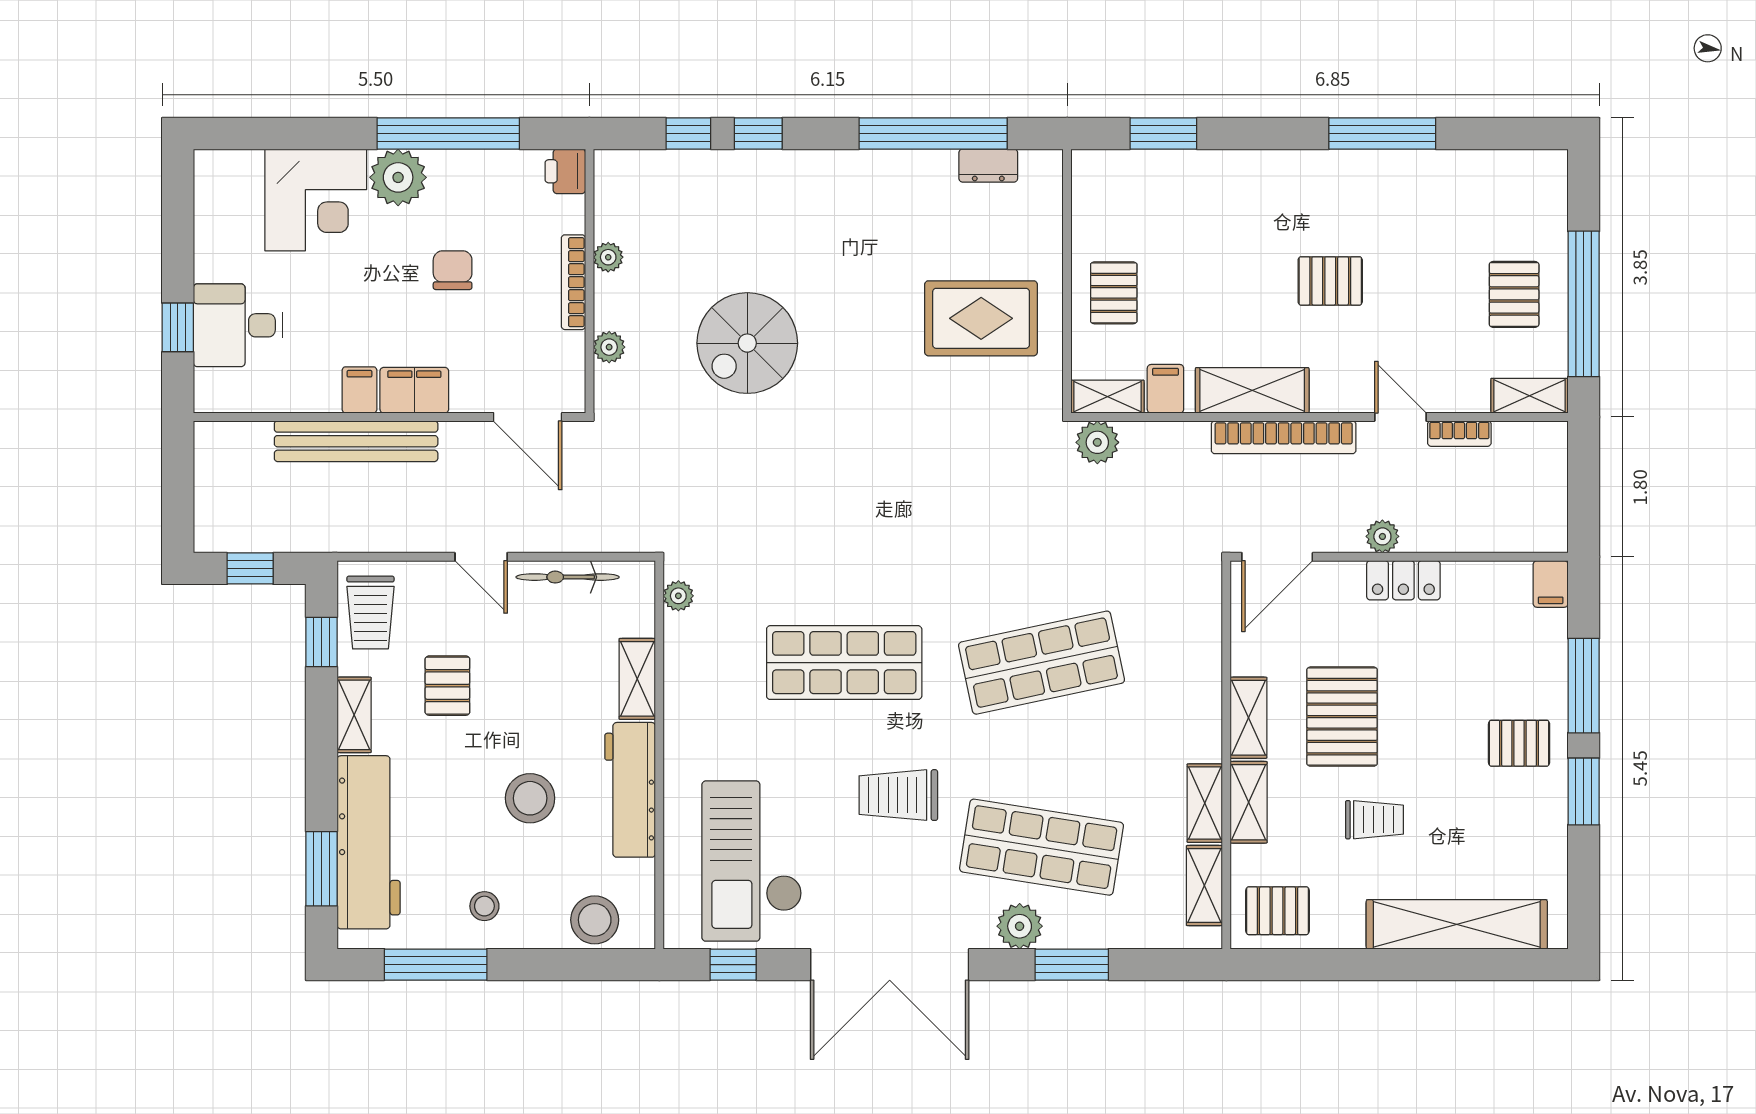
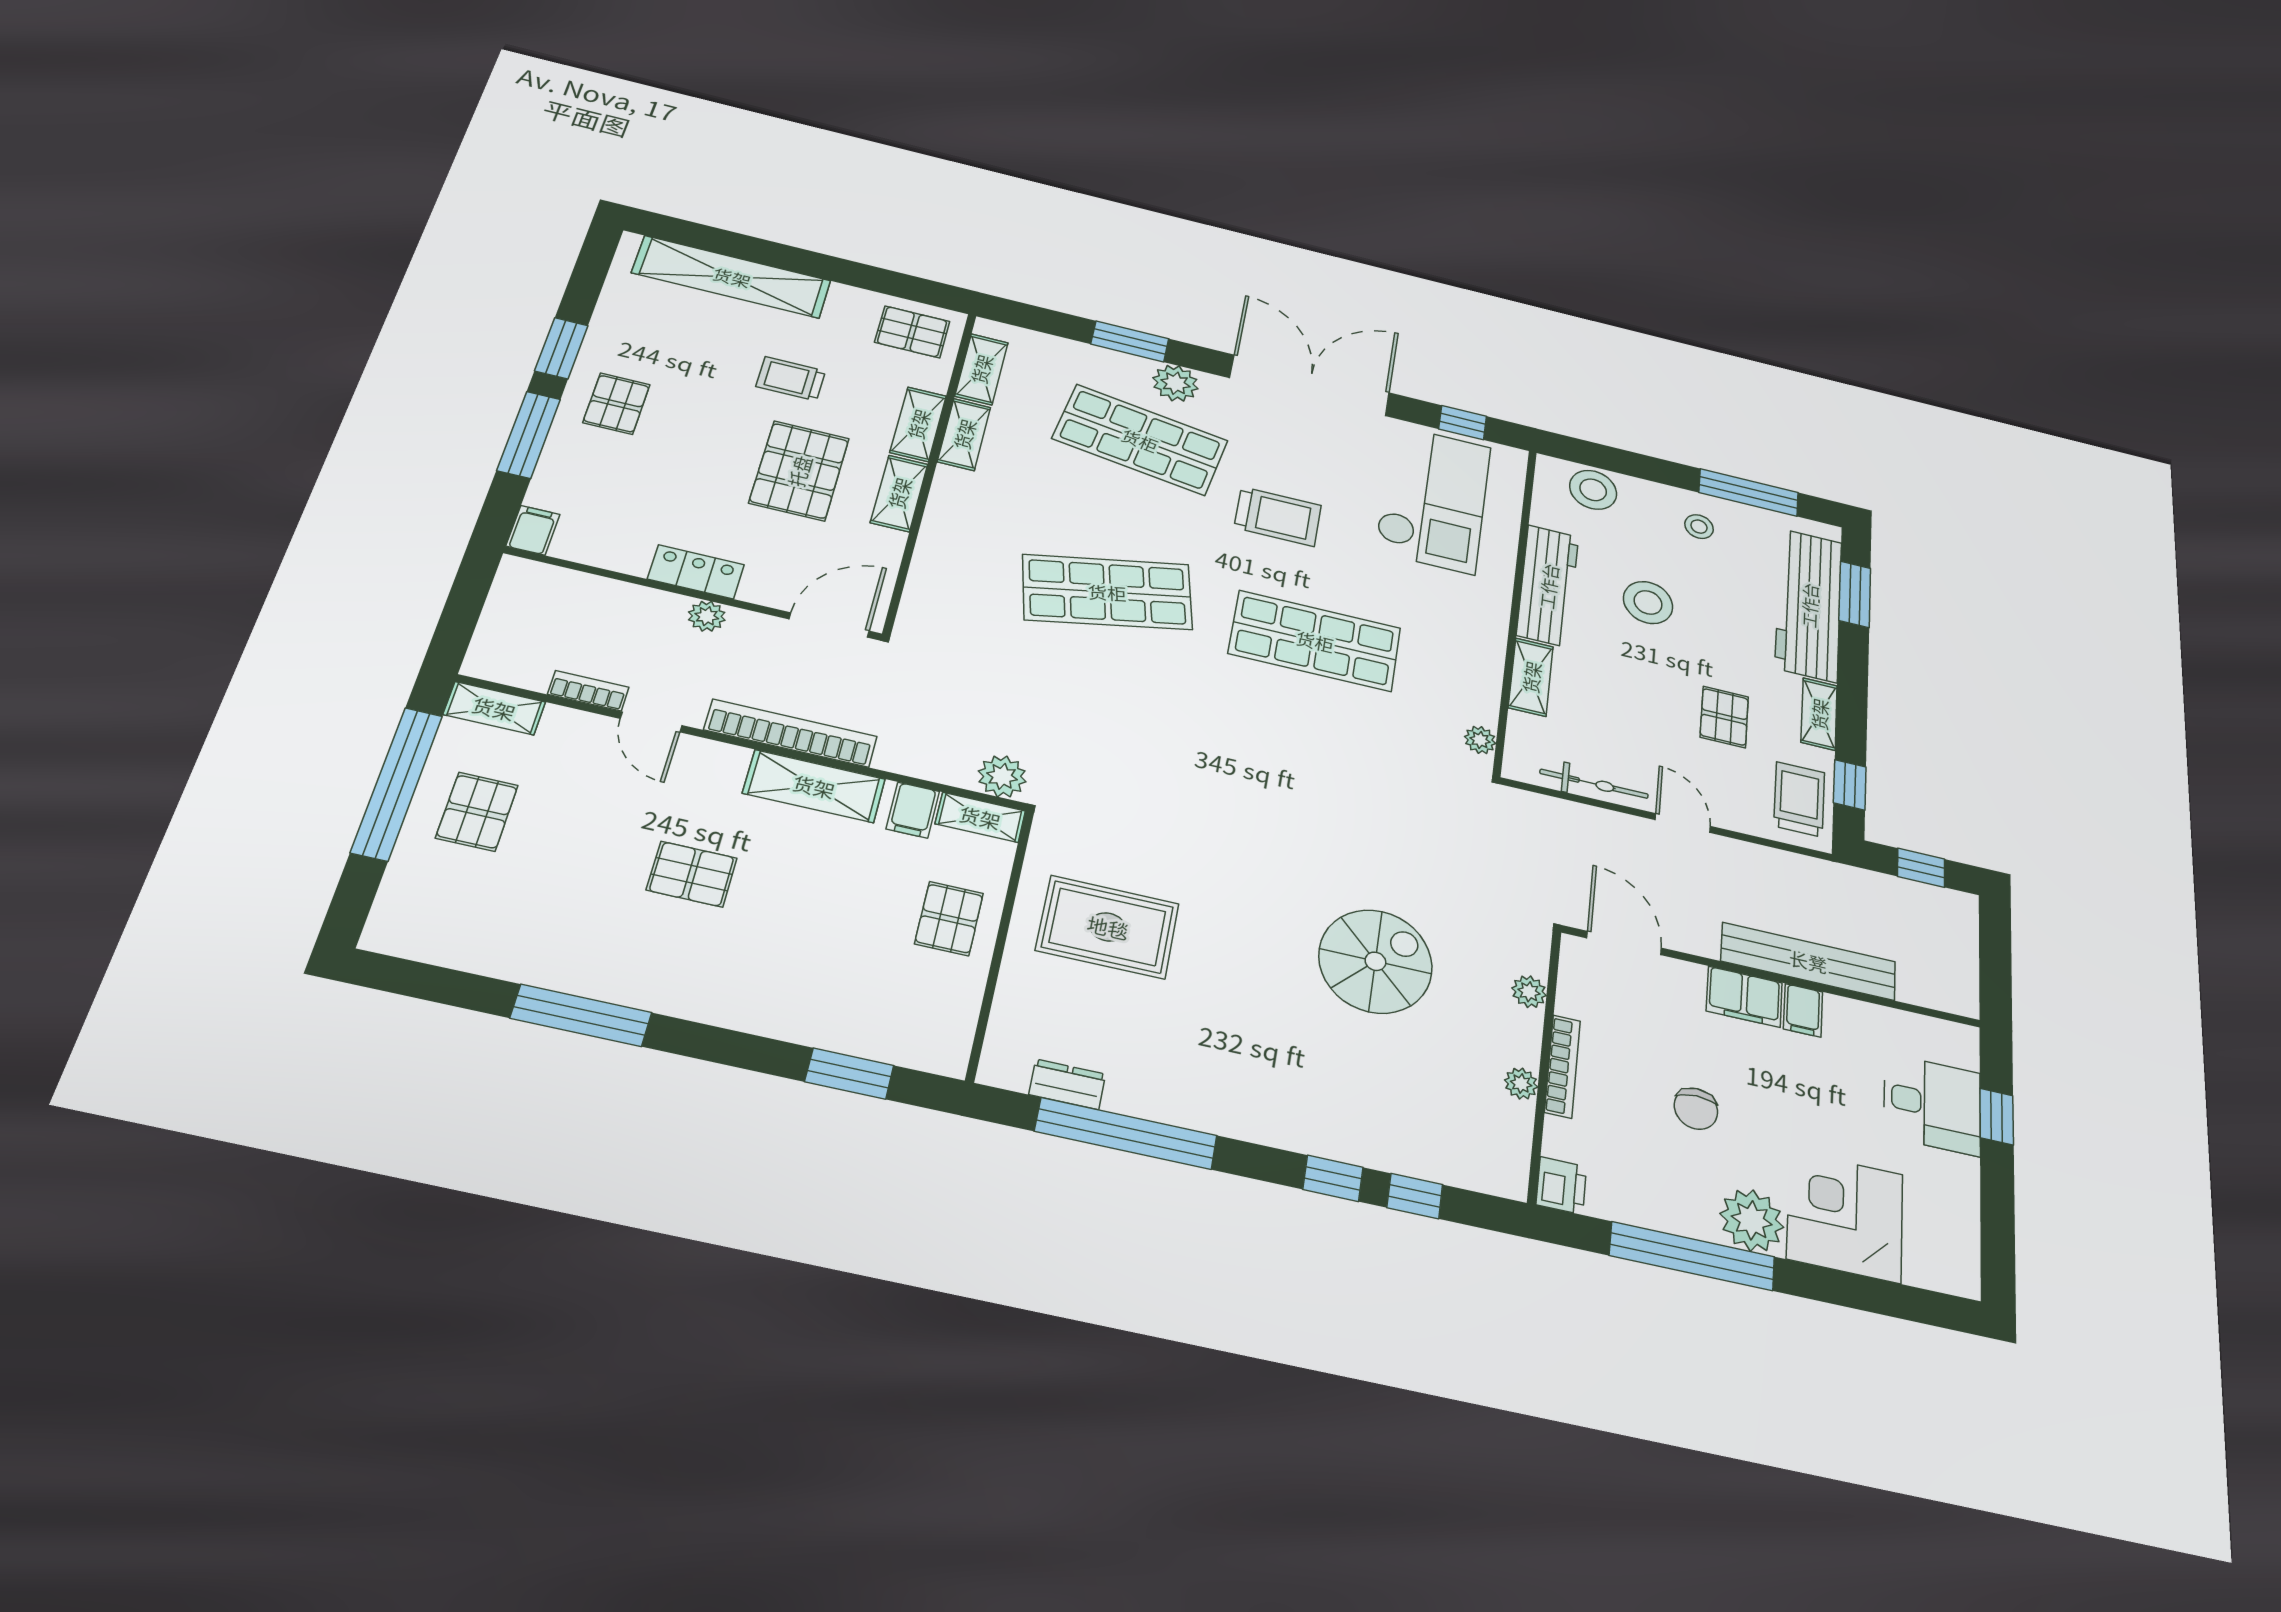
pallet: (1519, 743) -> (616, 404), turned 90

